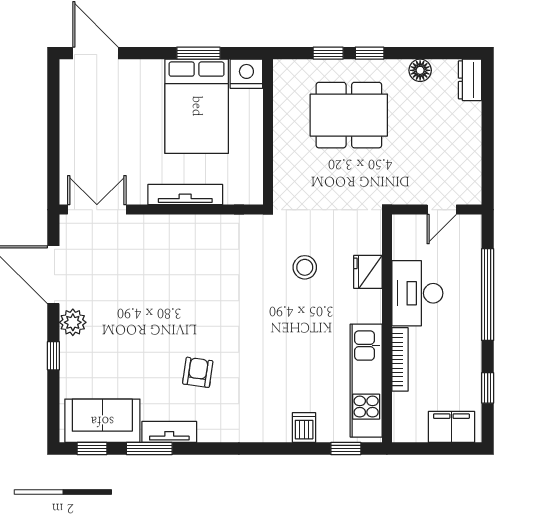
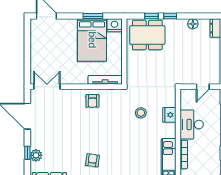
dining table: (349, 115) -> (147, 35), moved
tv unit: (185, 195) -> (105, 80), moved
armchair: (198, 241) -> (92, 101), added
plant: (73, 322) -> (36, 155), moved

